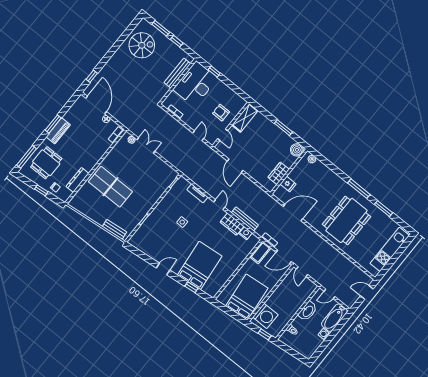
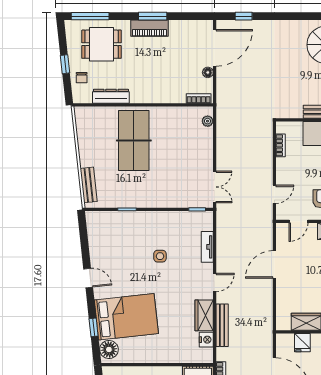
double door: (146, 145) -> (215, 187), moved
floor lamp: (209, 288) -> (109, 350), added

